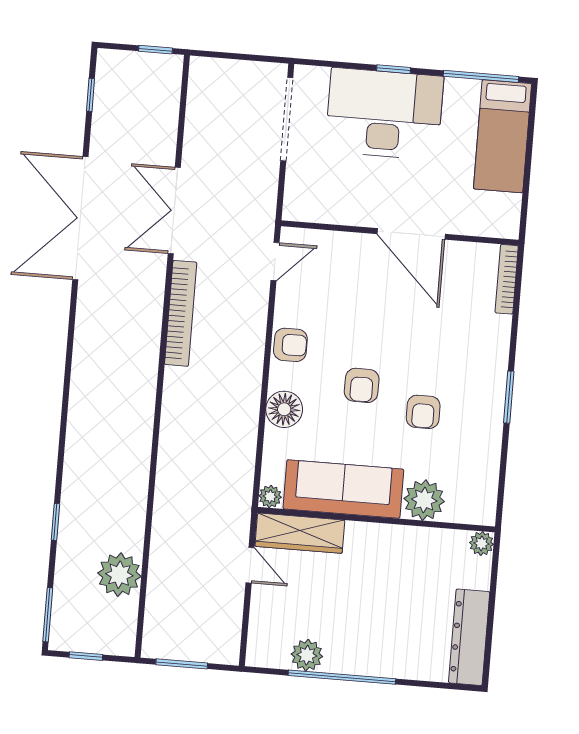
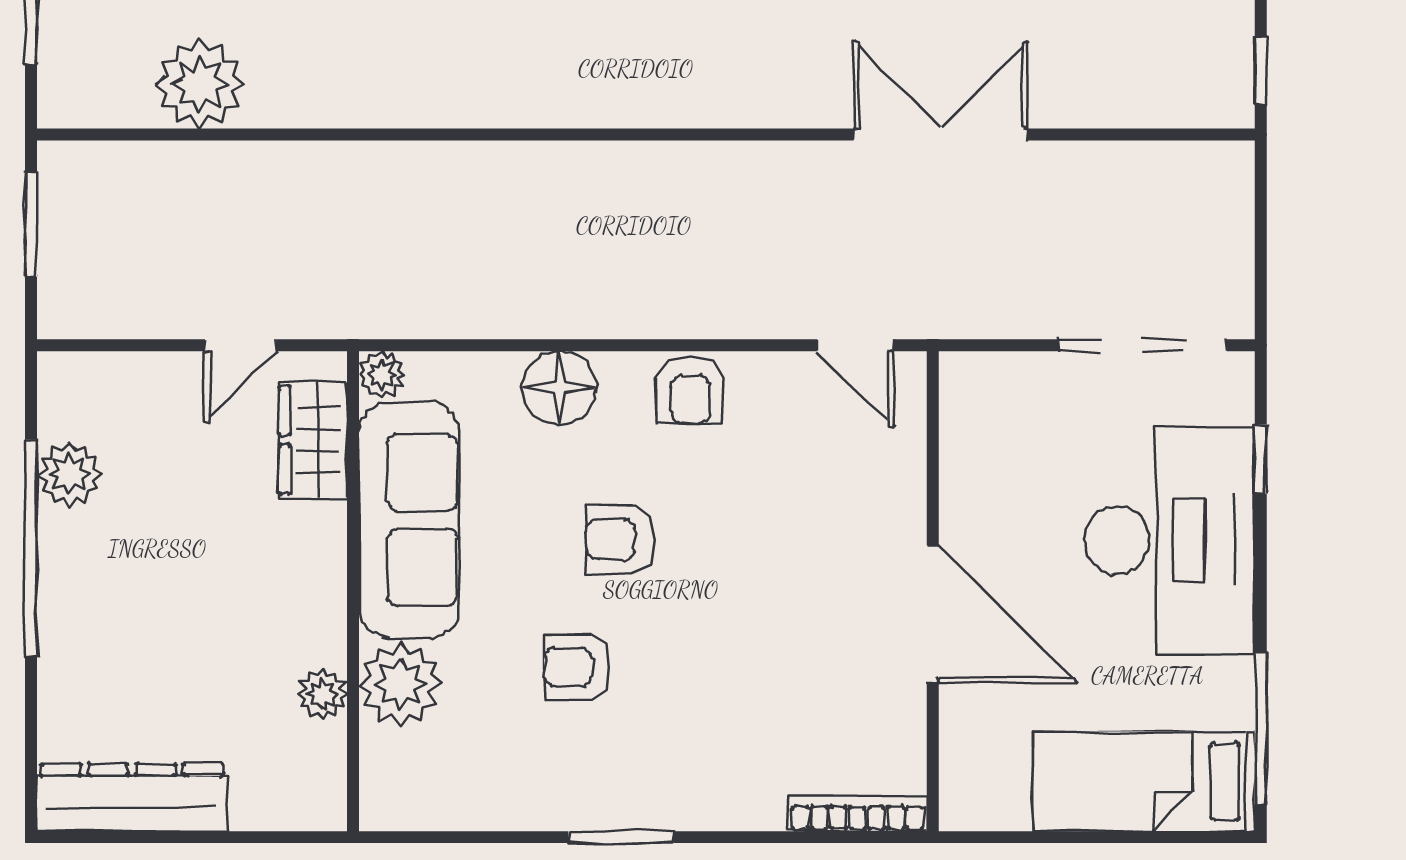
window: (394, 69) -> (1261, 459), moved
door: (411, 234) -> (933, 614), swing flipped
bookcase: (181, 313) -> (735, 164), removed
wardrobe: (300, 533) -> (313, 440), width x0.67
plant: (482, 543) -> (323, 694), moved

